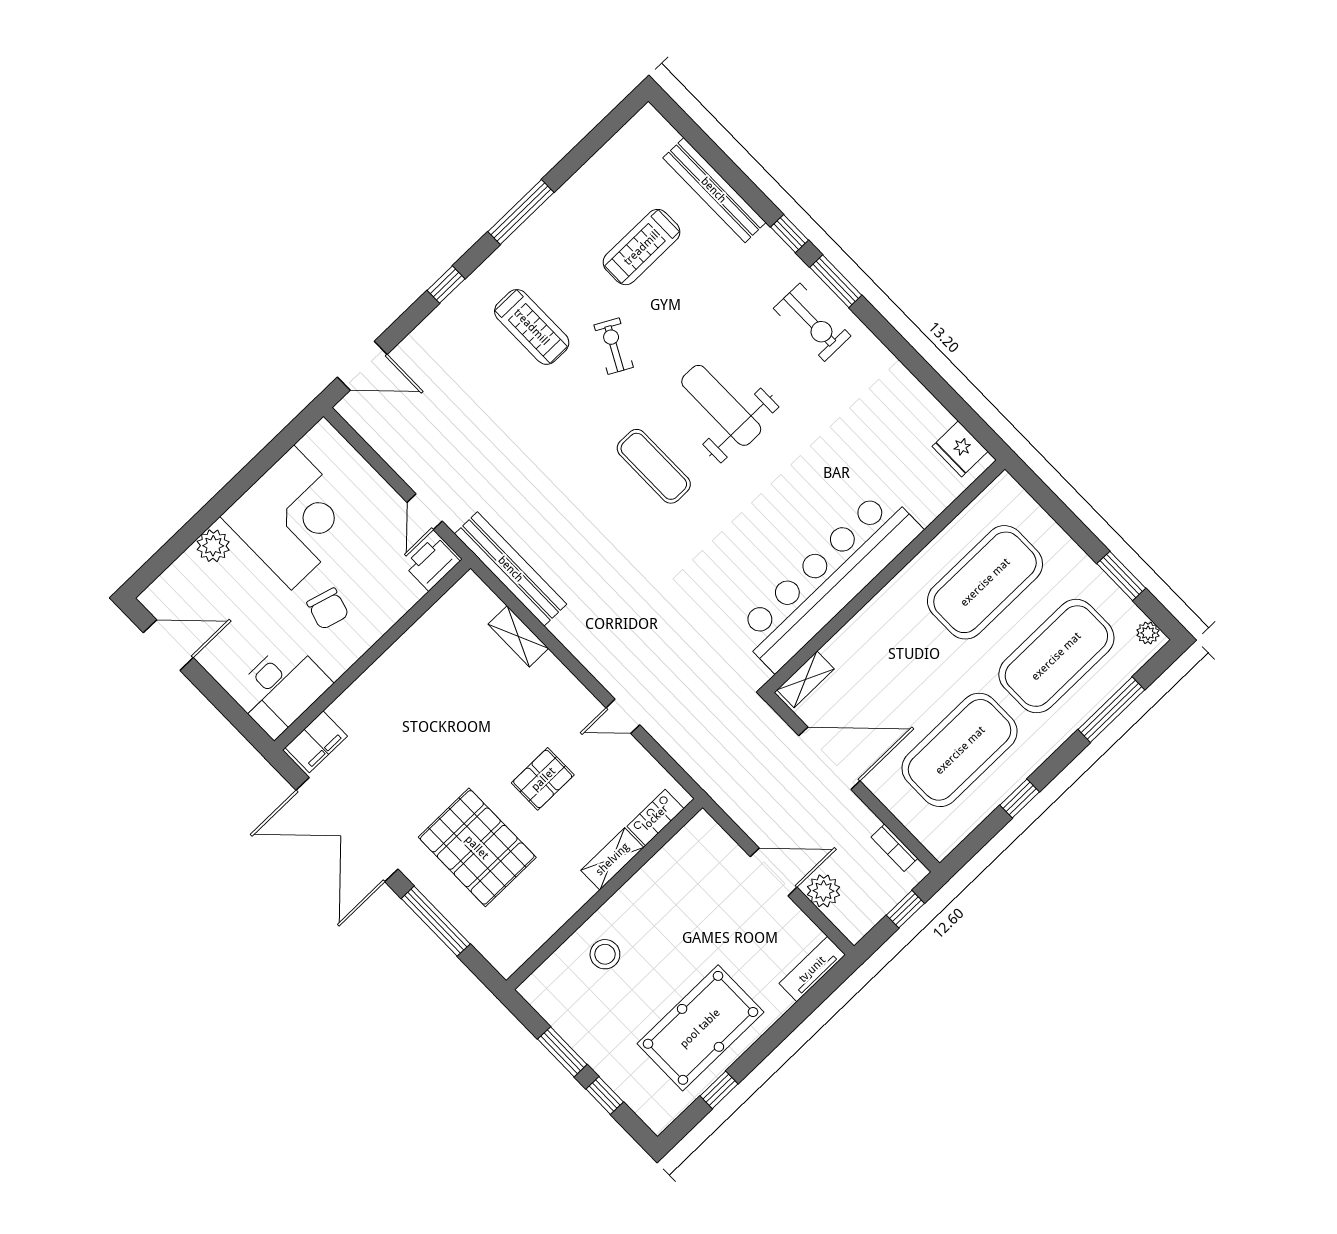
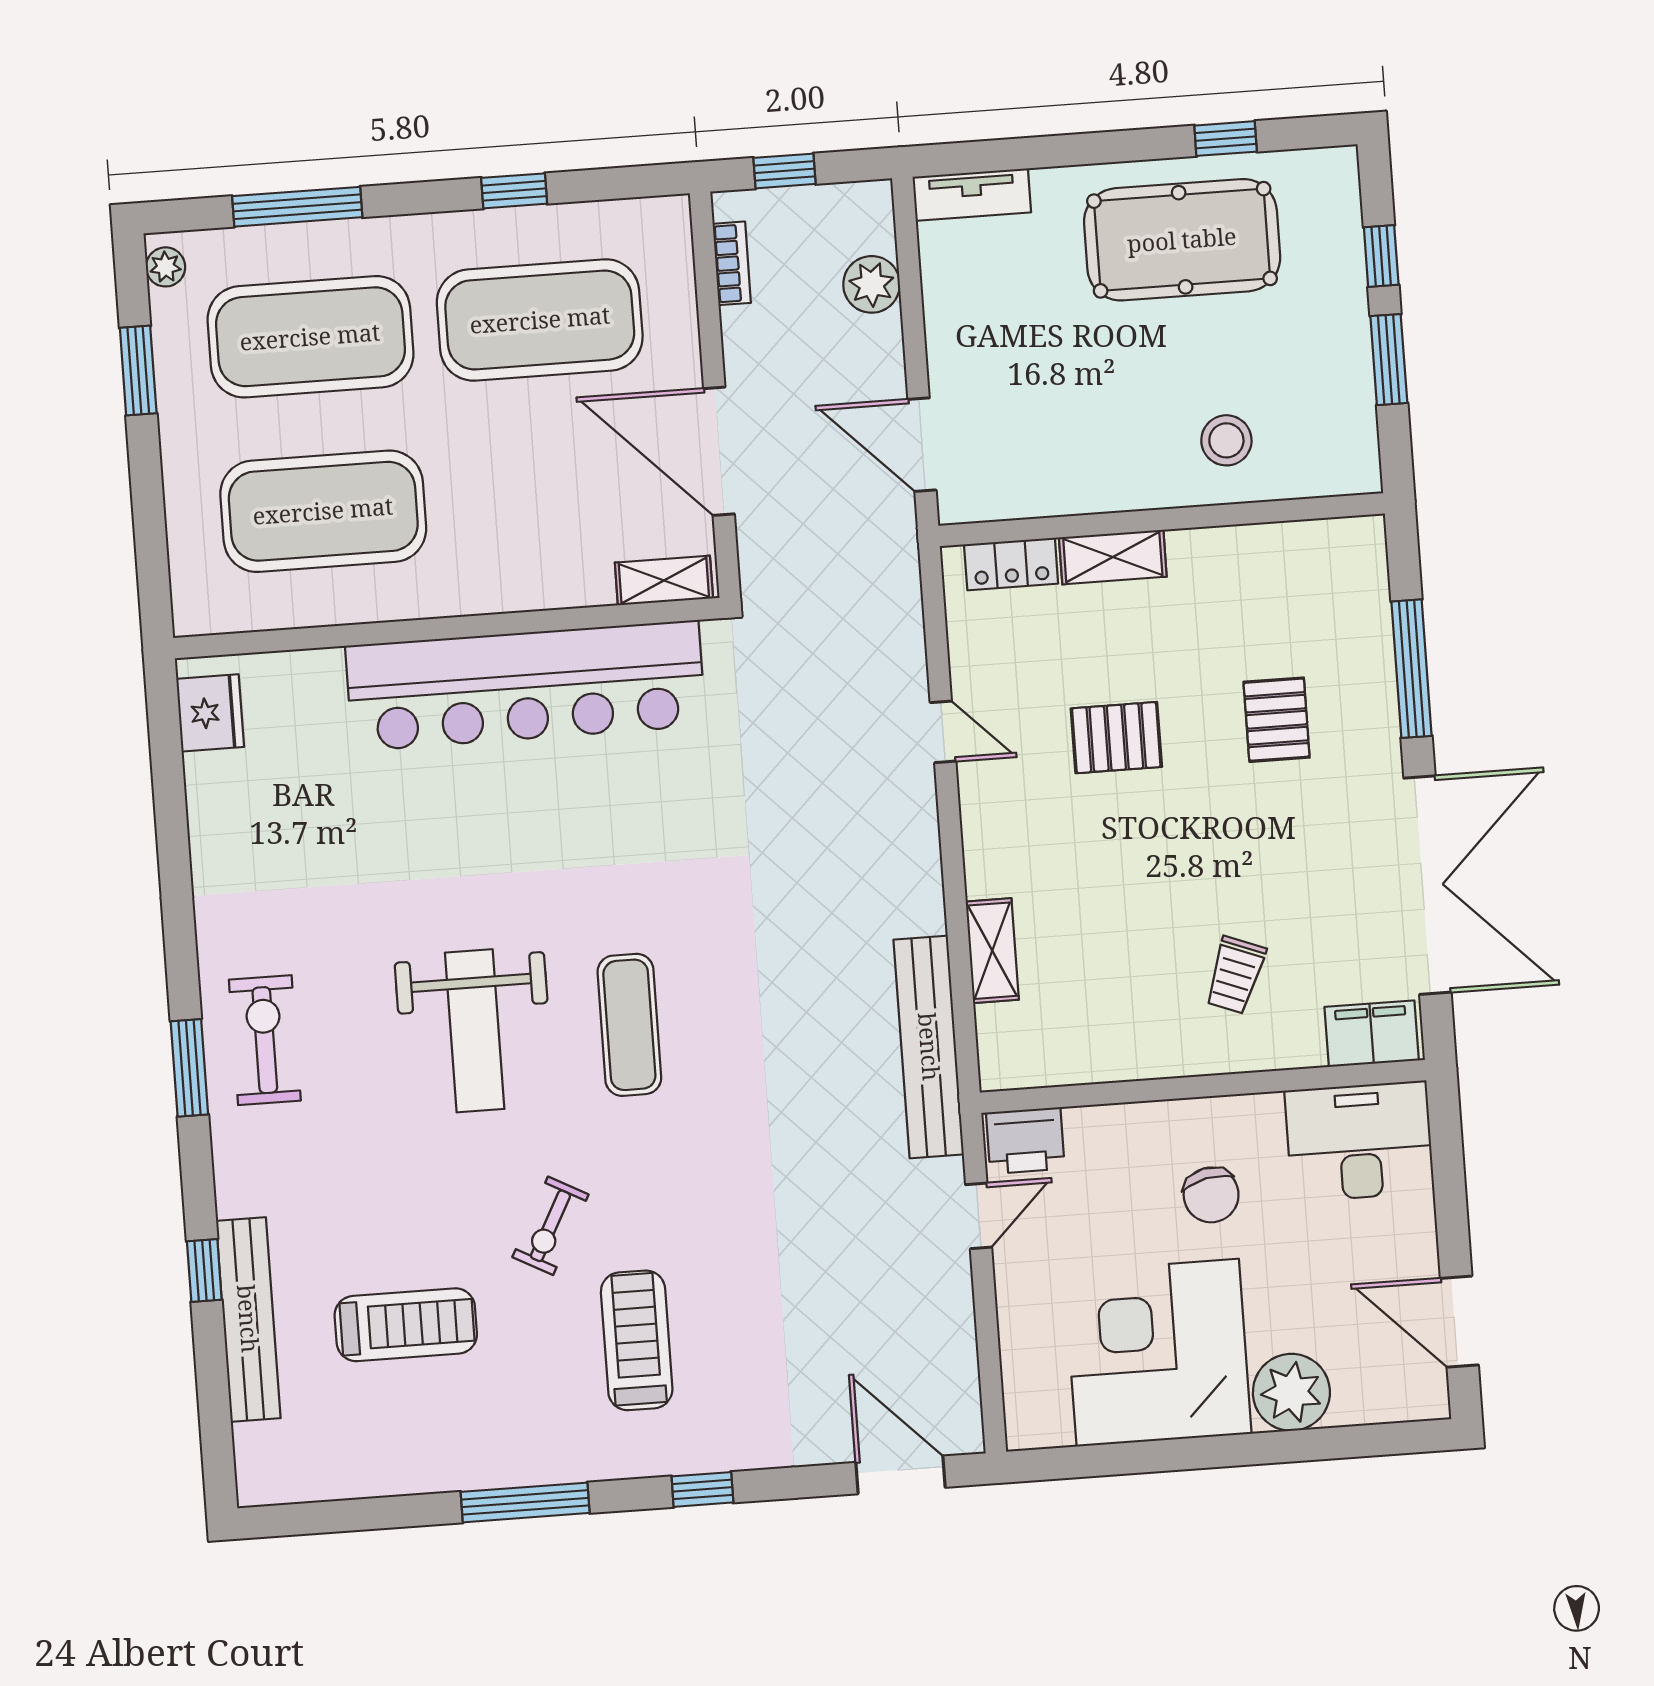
window: (790, 234) -> (204, 1271), moved
plant: (213, 546) -> (1291, 1392), width x1.36, depth x1.36
chair: (328, 609) -> (1211, 1195), turned 152
trolley: (400, 717) -> (1235, 975), added
pallet: (477, 847) -> (1277, 720), width x0.49, depth x0.50
door: (774, 872) -> (922, 445), moved

